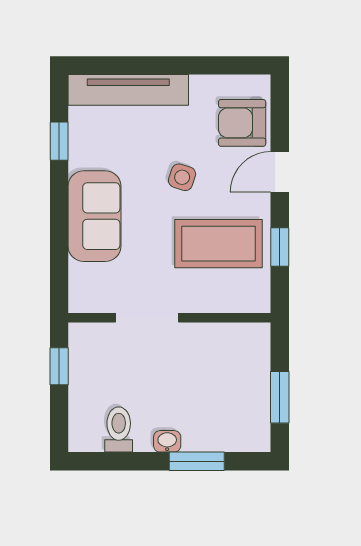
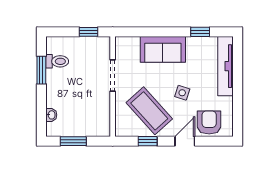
door: (280, 172) -> (185, 141), hinge flipped
coffee table: (219, 244) -> (149, 111), turned -42
washbasin: (167, 441) -> (51, 115), moved
window: (197, 461) -> (41, 70), moved

